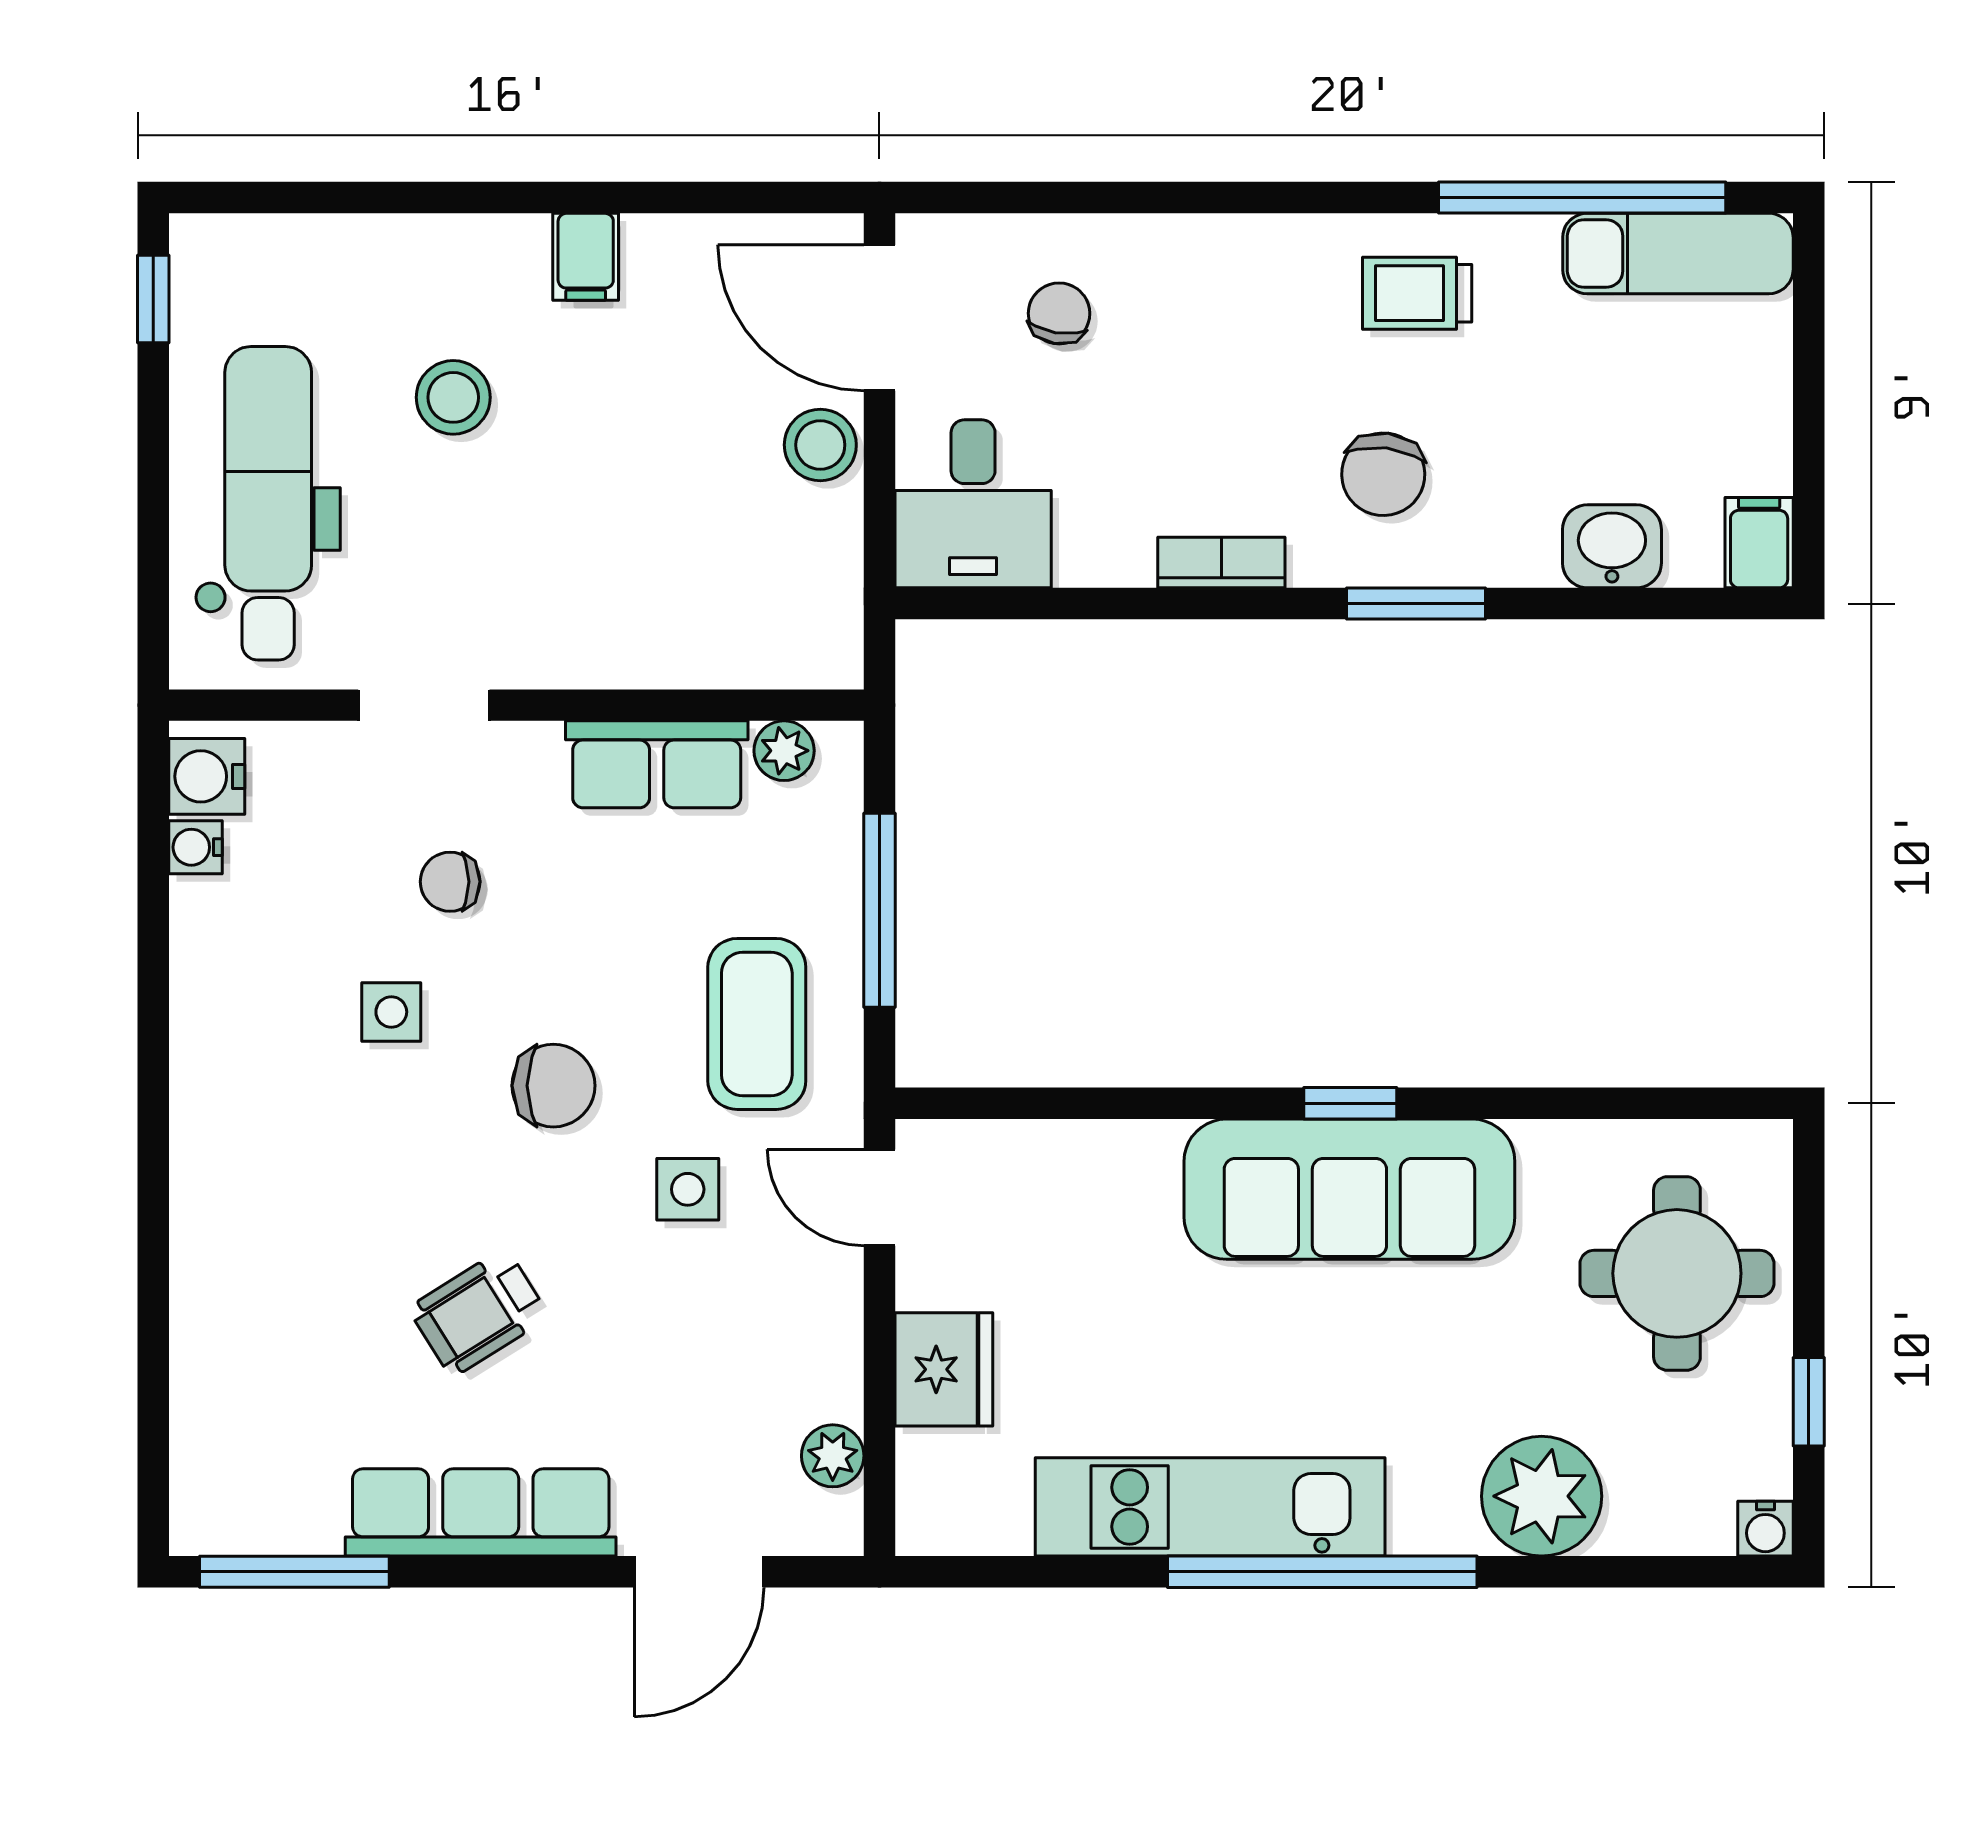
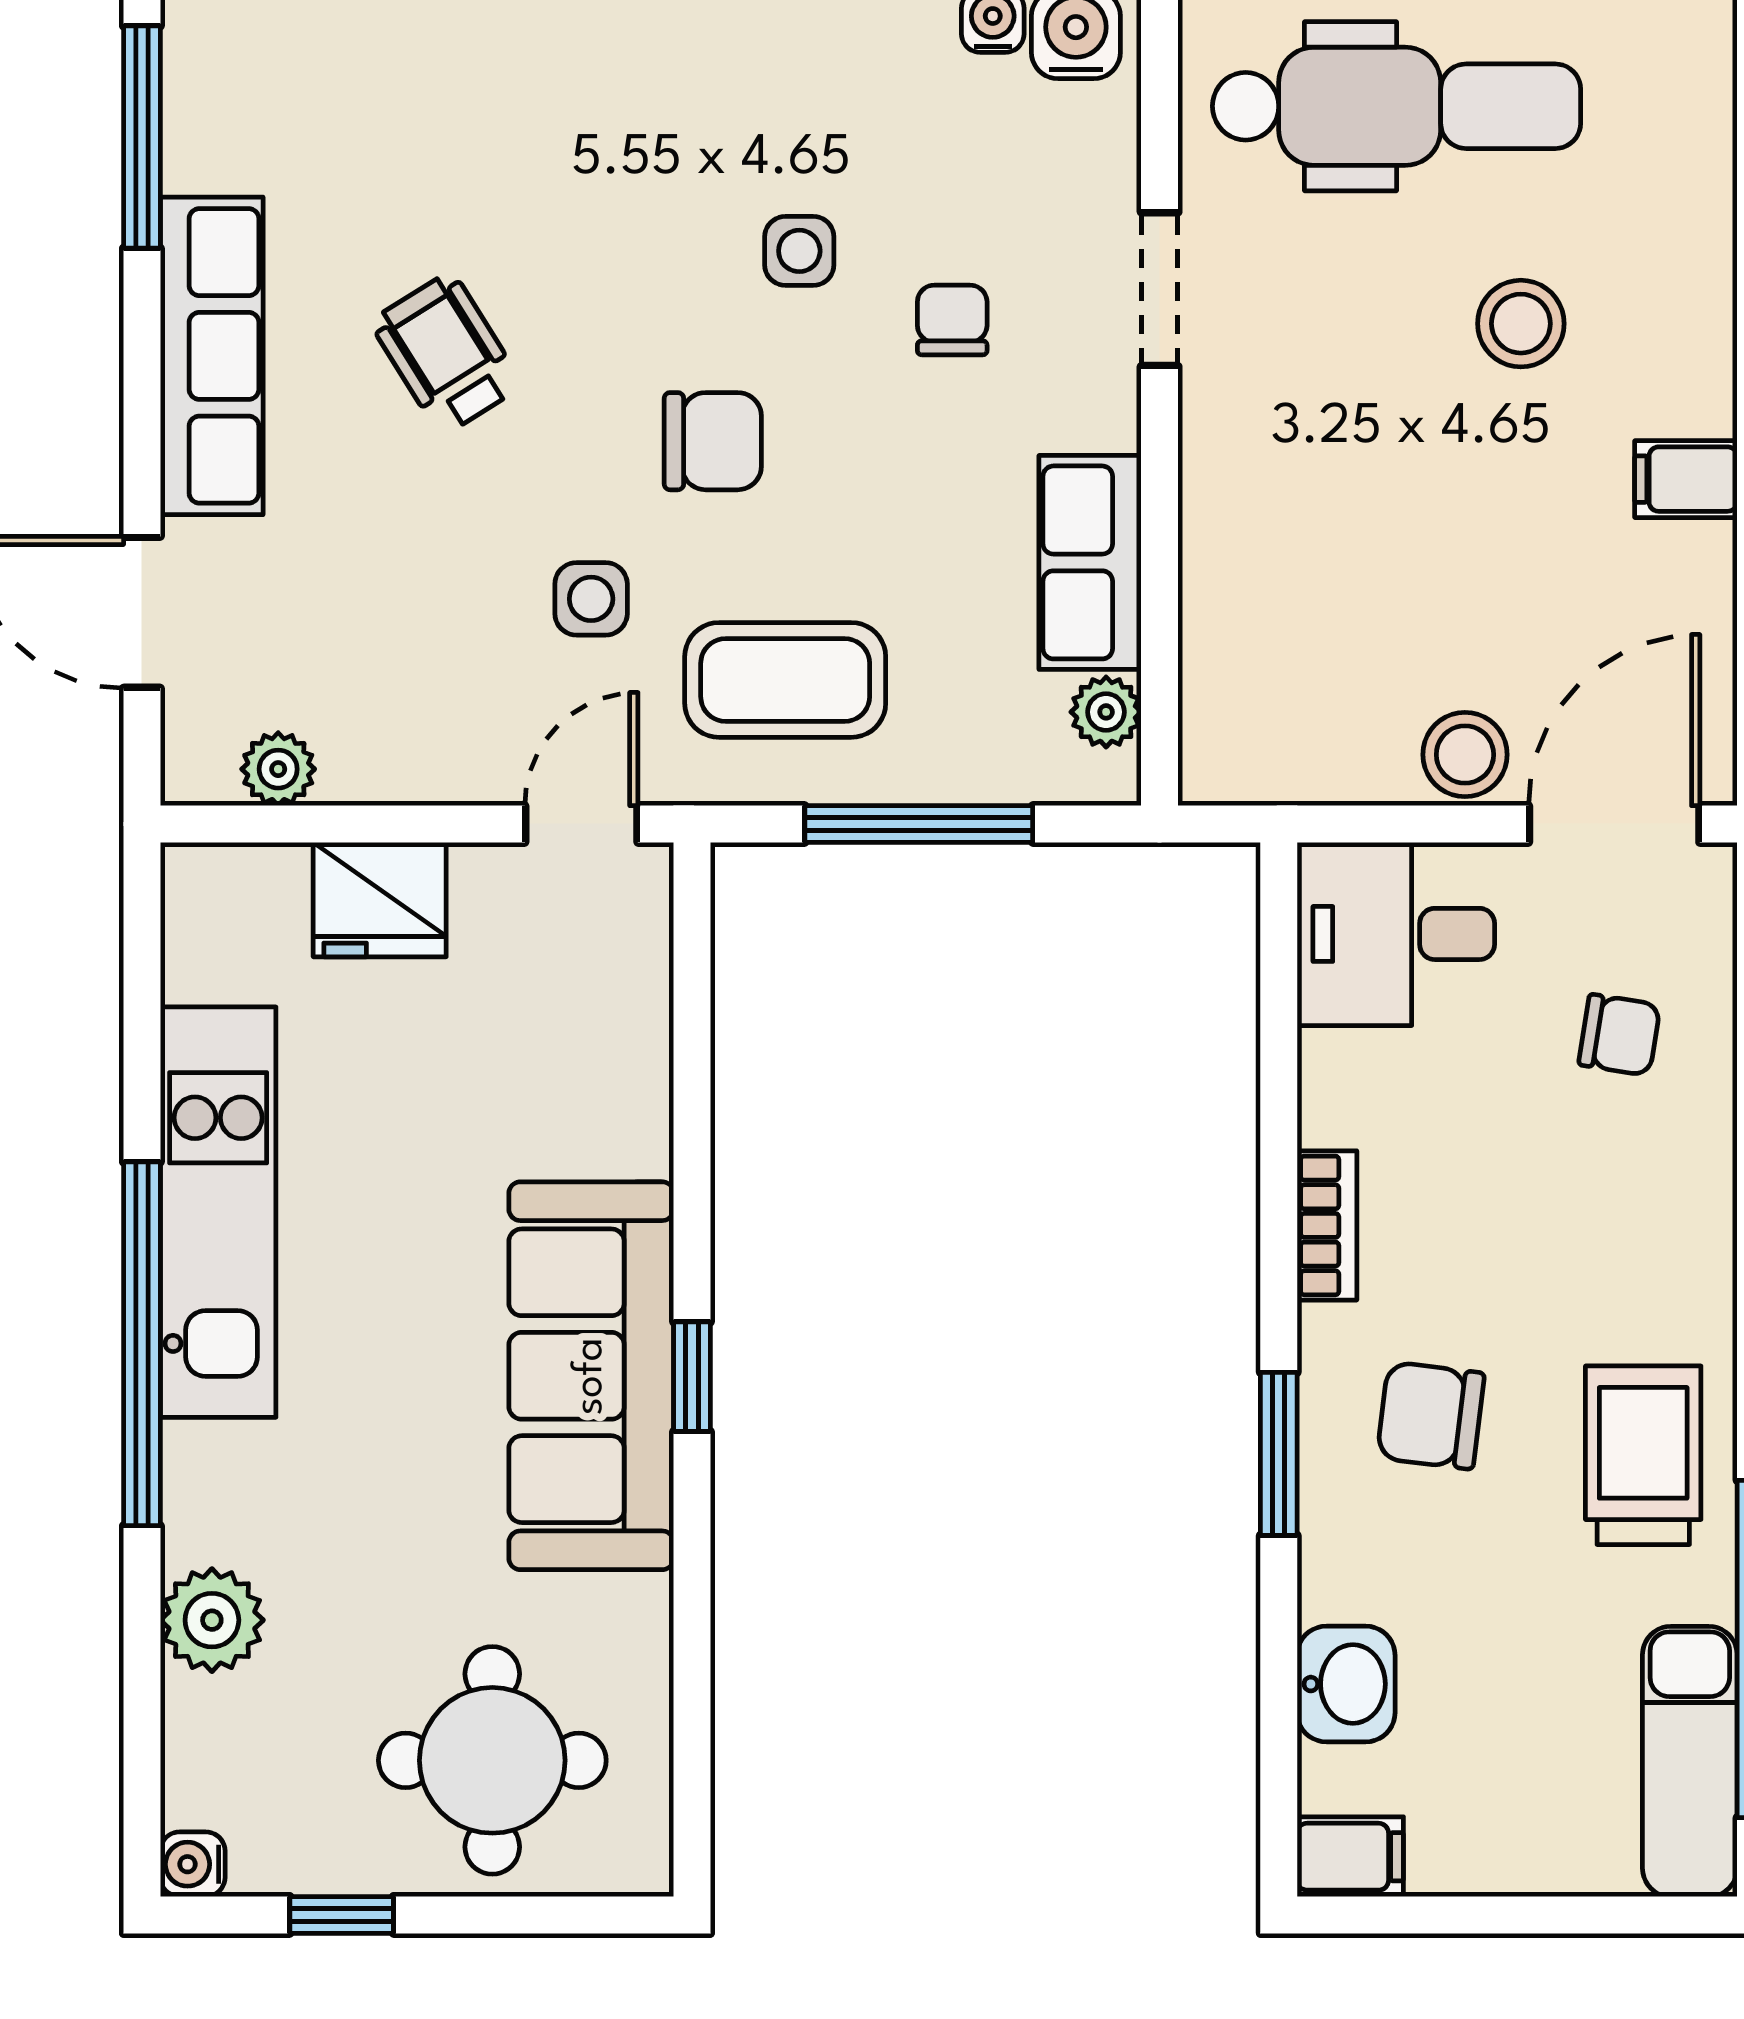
trolley: (1417, 293) -> (1643, 1455), width x1.36, depth x1.39
chair: (553, 1086) -> (713, 441), turned -90
plant: (1542, 1496) -> (212, 1620), width x0.73, depth x0.73

